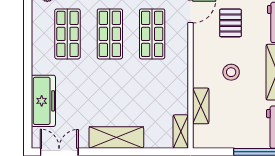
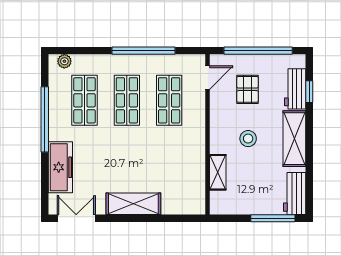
window: (28, 53) -> (45, 119), added
shelving: (181, 132) -> (198, 198), removed

